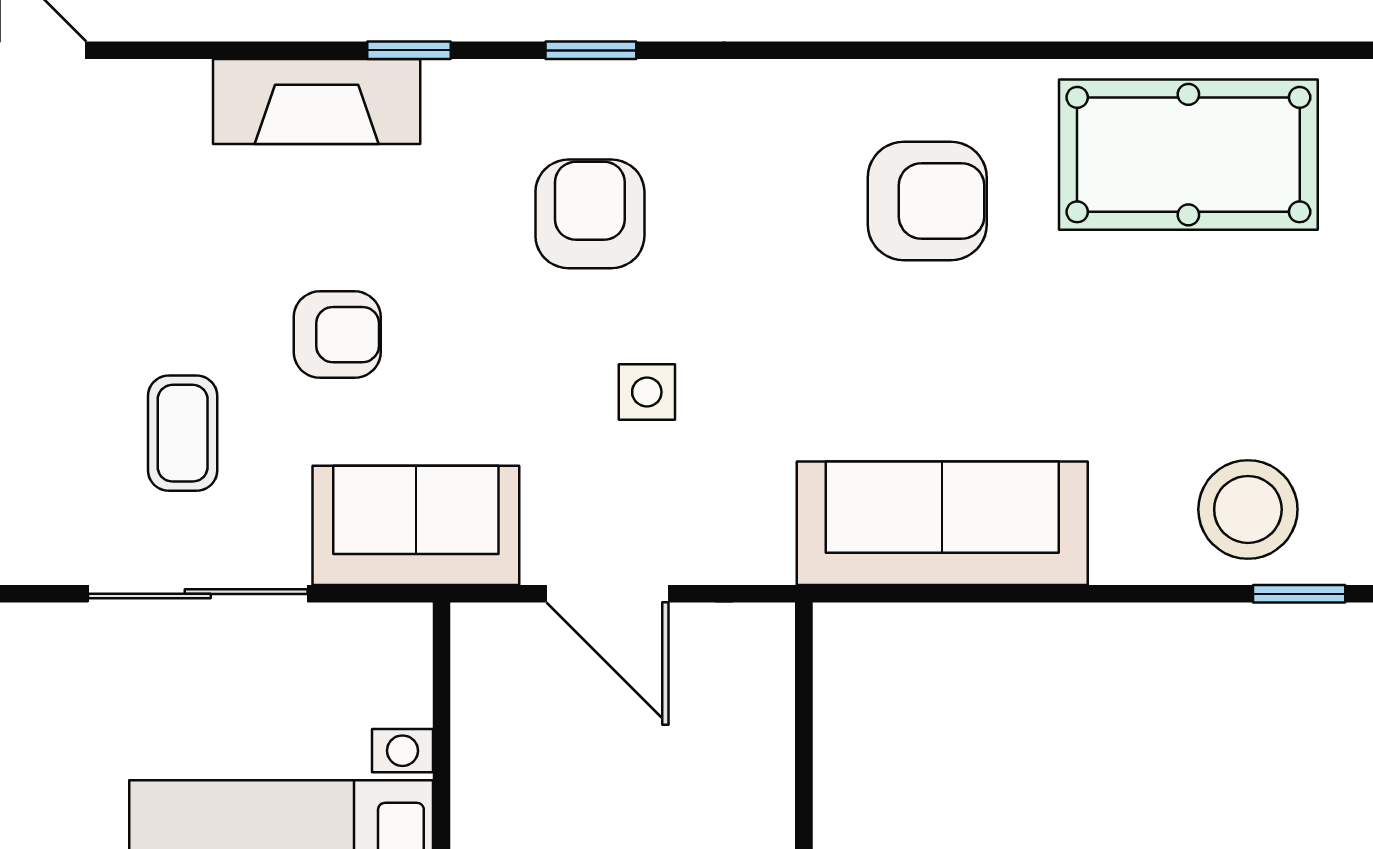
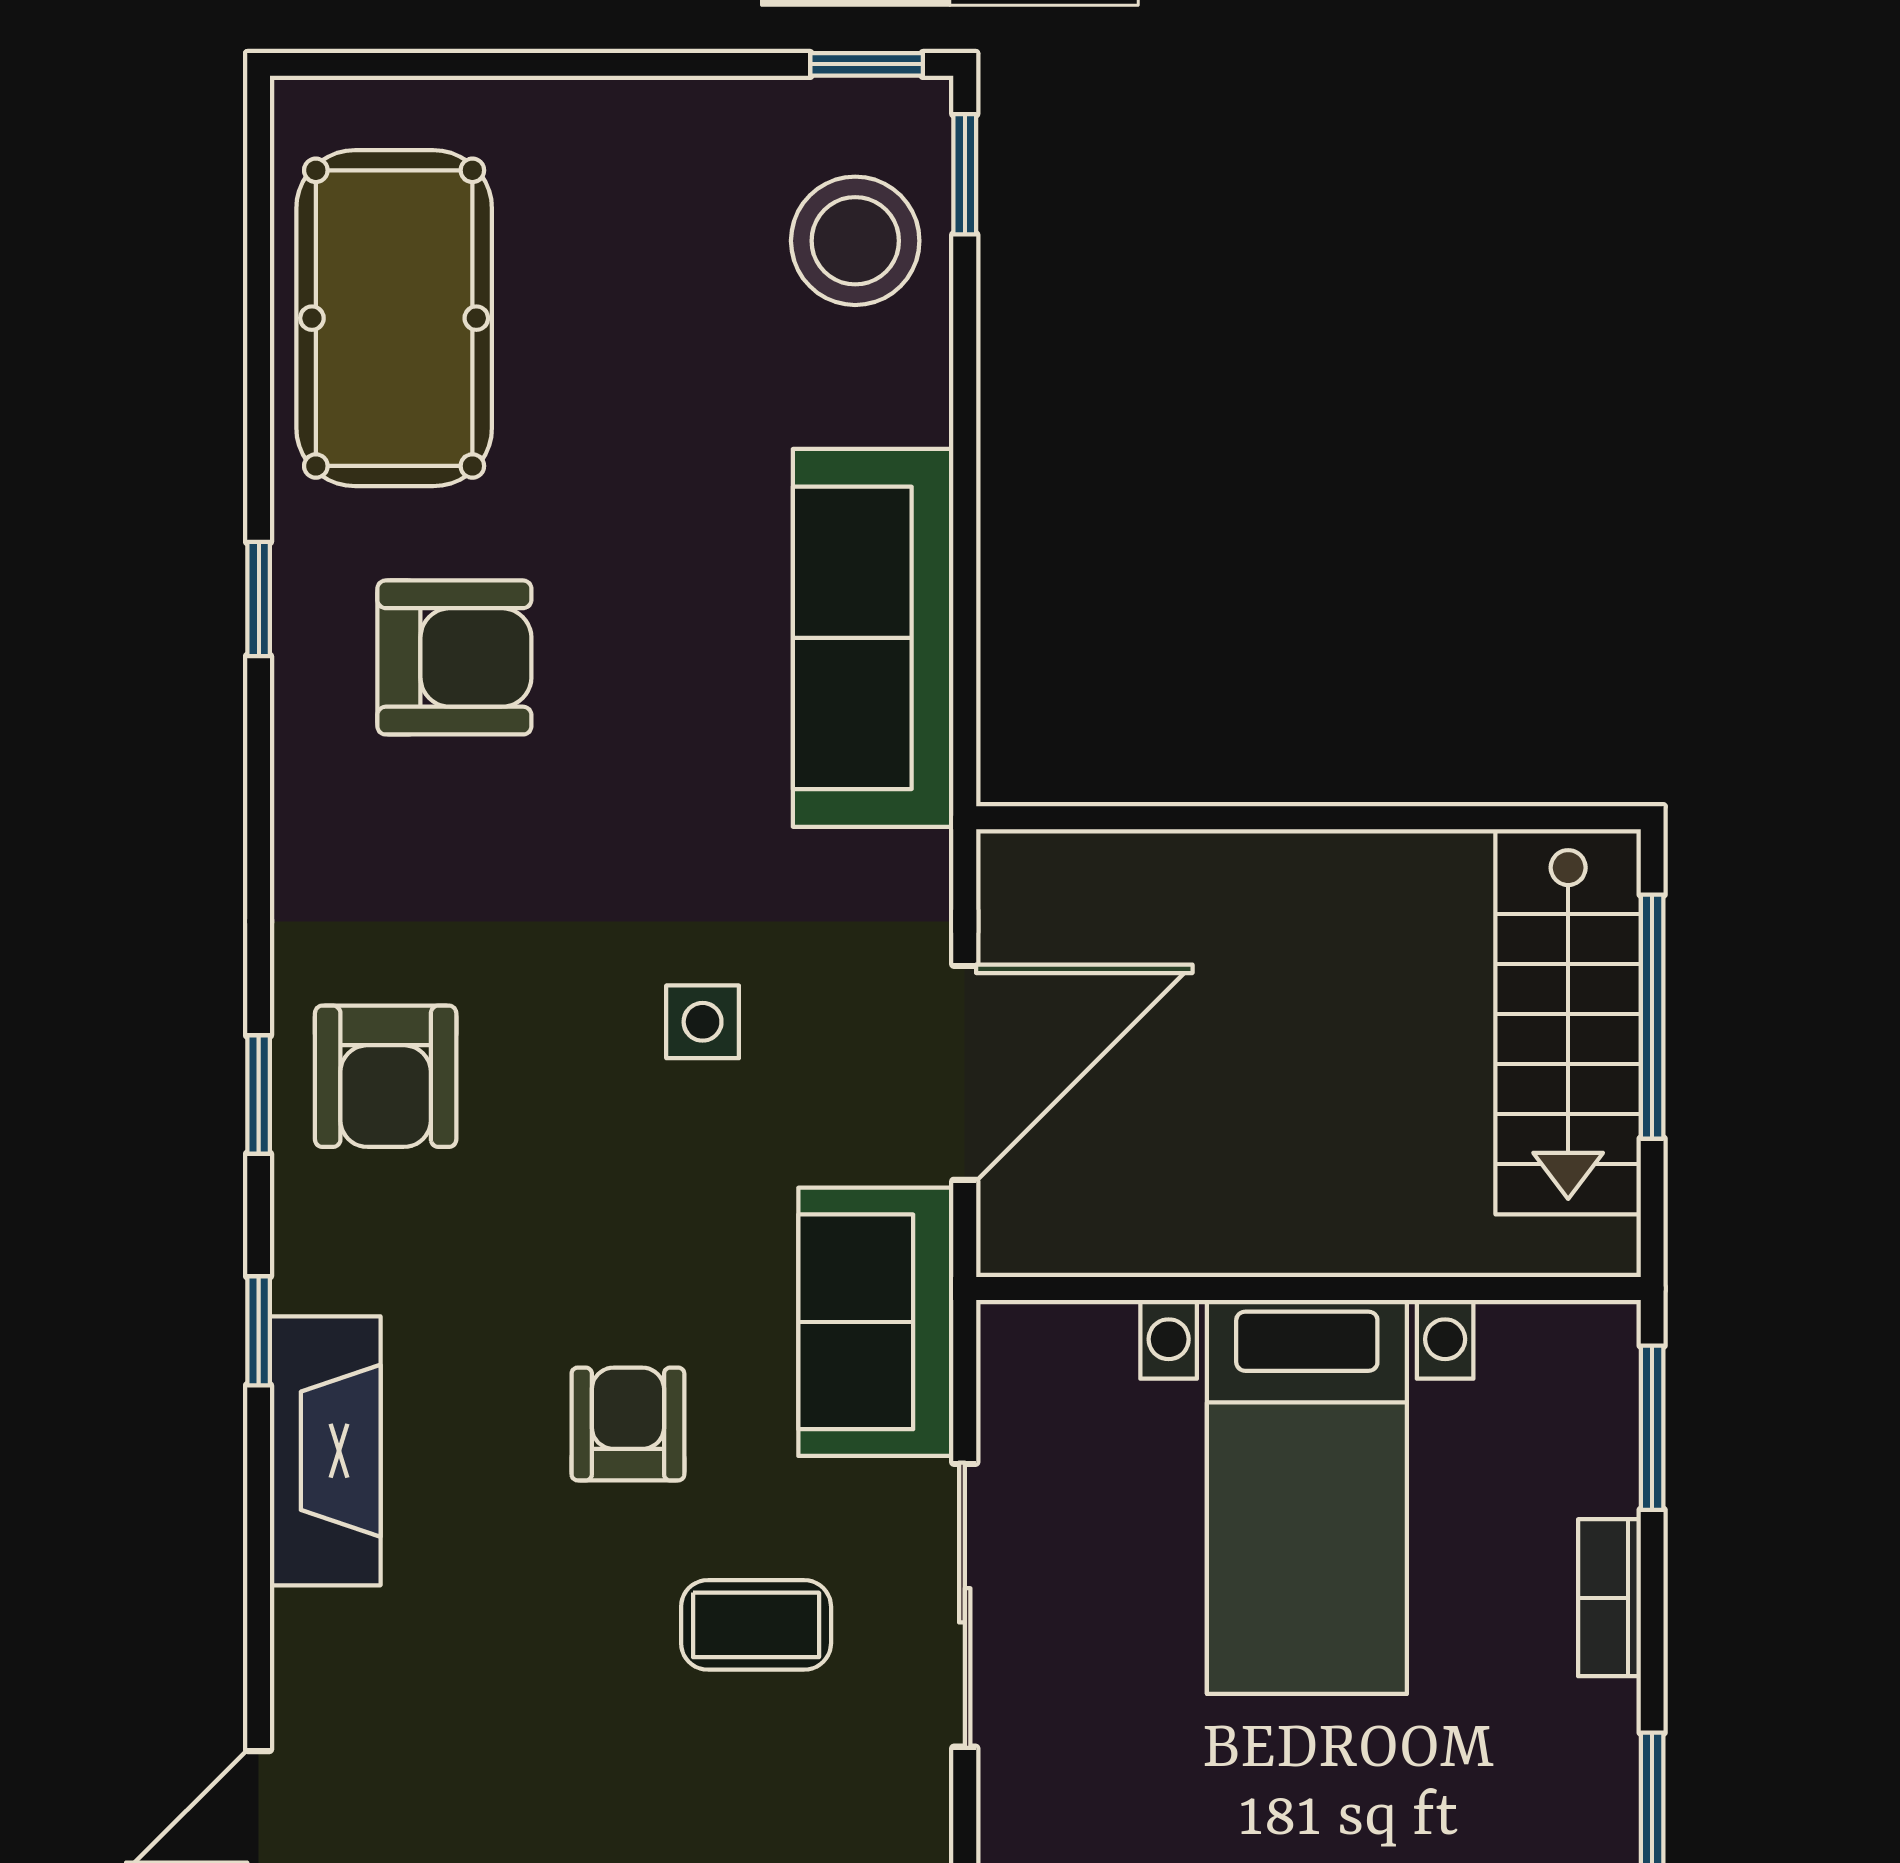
window: (972, 50) -> (259, 599), added
armchair: (927, 201) -> (454, 657), turned 90
armchair: (590, 214) -> (386, 1076), moved, turned -90
door: (608, 594) -> (965, 1073), width x1.36

